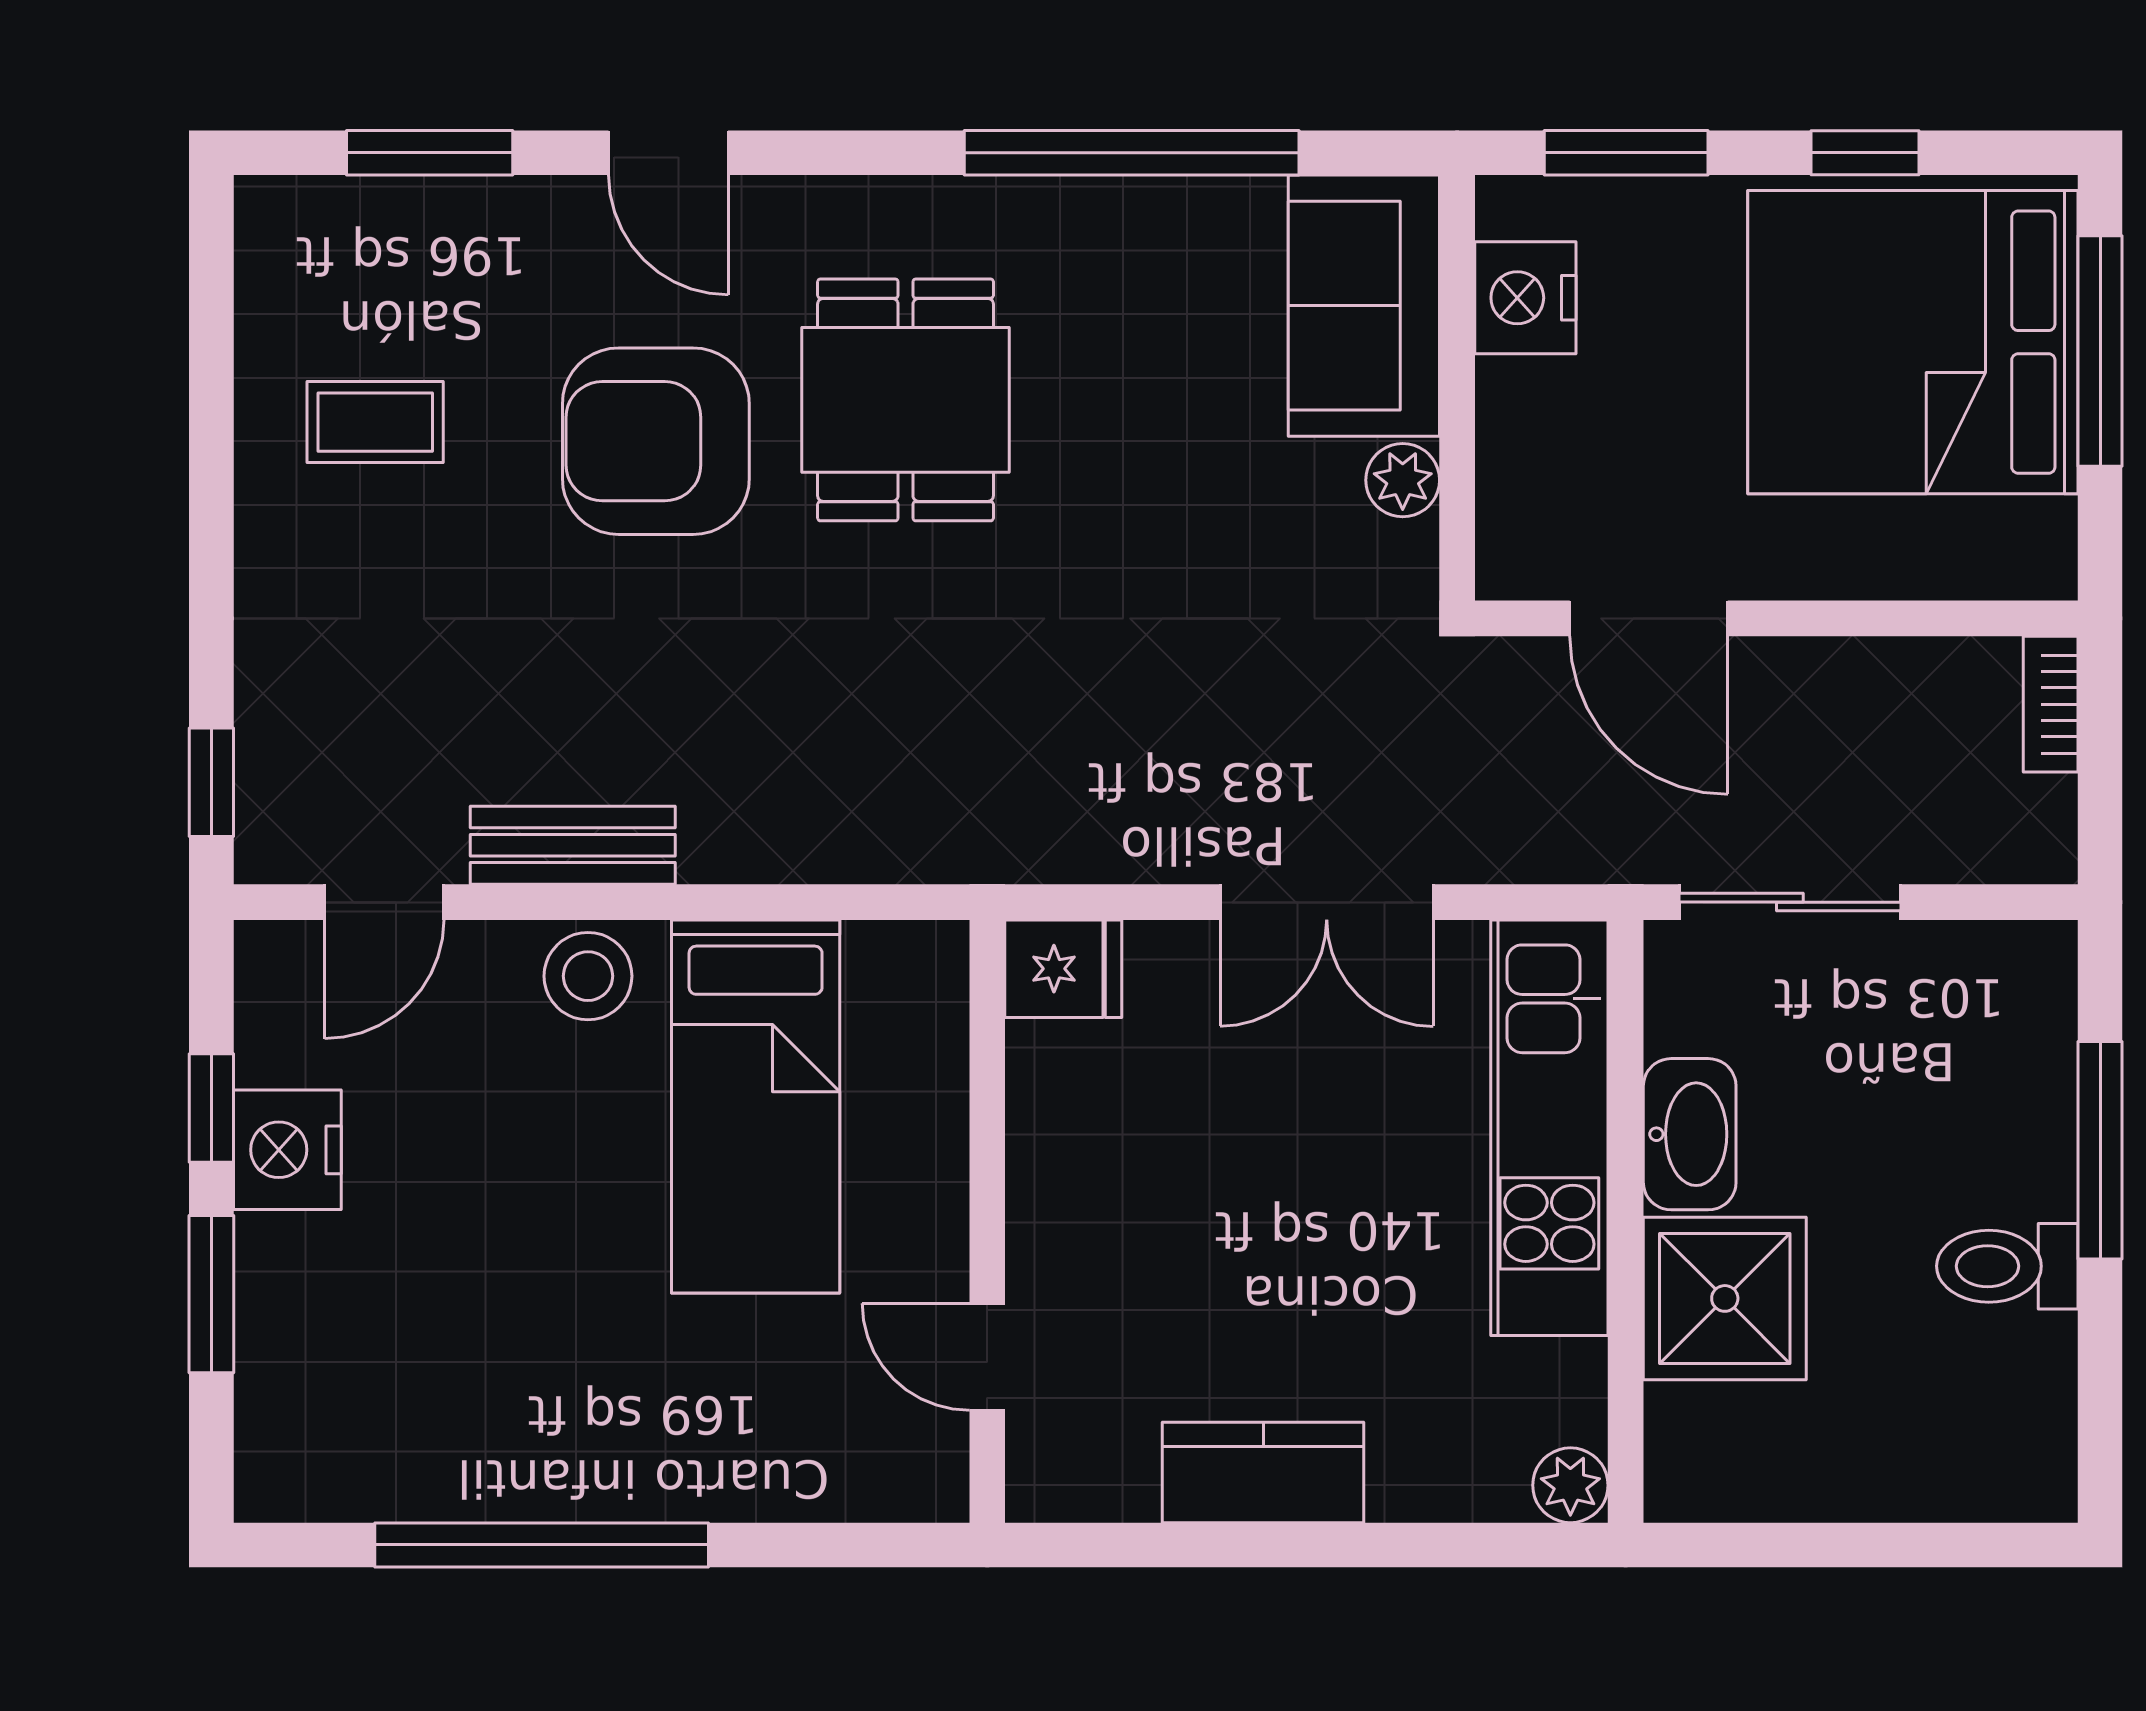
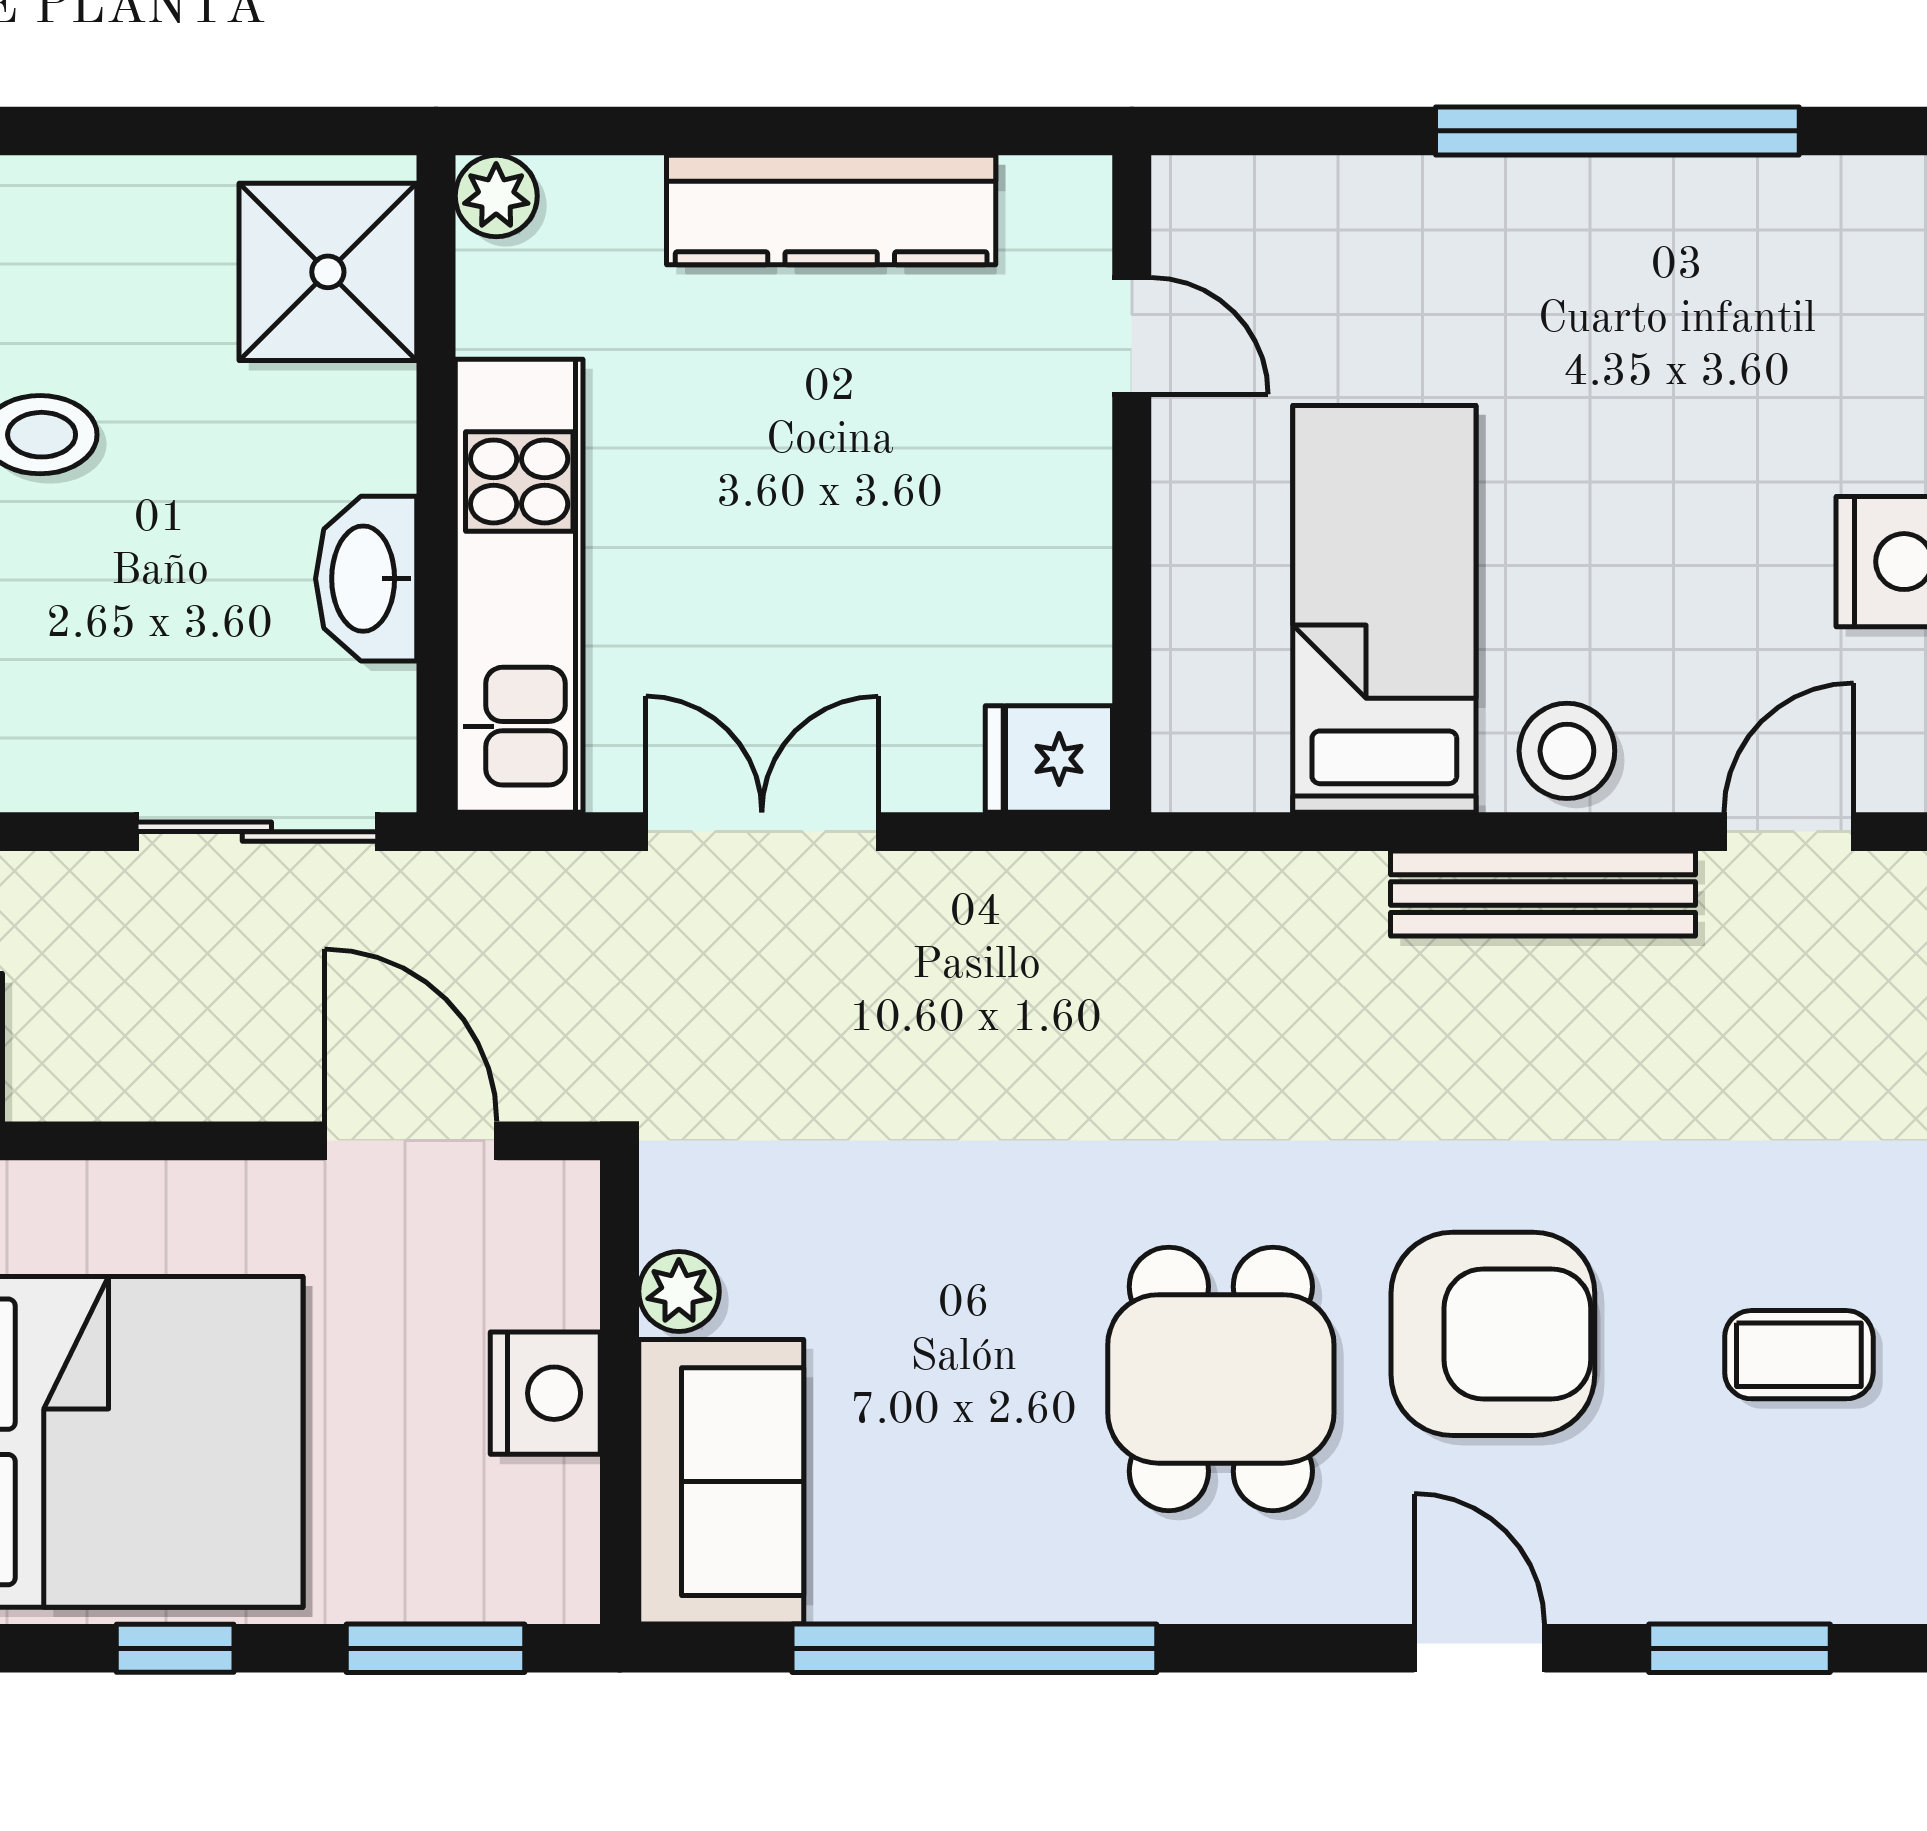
nightstand: (1525, 298) -> (545, 1393), moved
bench: (573, 845) -> (1543, 894), width x1.36
shower: (1725, 1298) -> (328, 272), moved
kitchen counter: (1263, 1472) -> (831, 210), width x1.50

